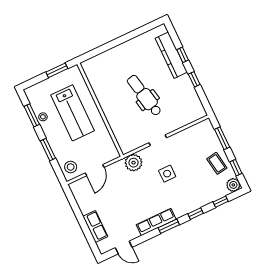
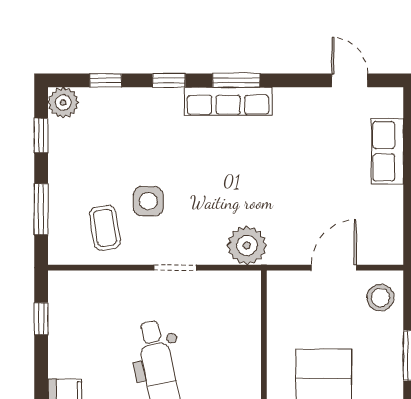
window: (194, 79) -> (41, 319), moved
coffee table: (217, 163) -> (105, 228), moved
side table: (167, 174) -> (148, 201), moved
row of seats: (156, 222) -> (228, 101), moved

